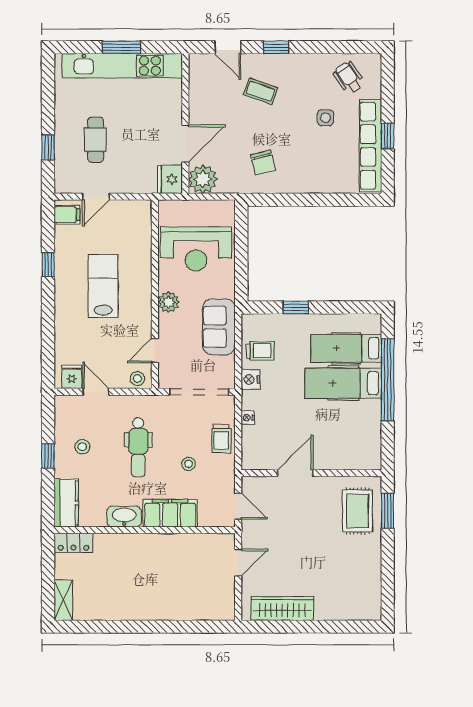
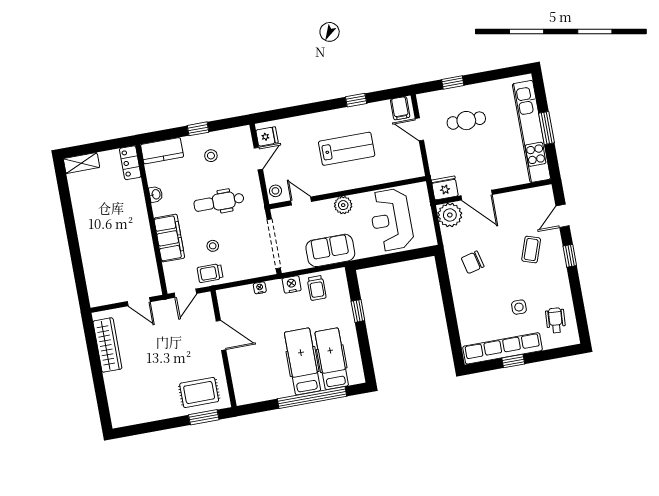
wheelchair: (349, 78) -> (556, 320), turned -52
trolley: (221, 439) -> (210, 273), moved
washbasin: (124, 516) -> (156, 194), width x0.52, depth x0.69

